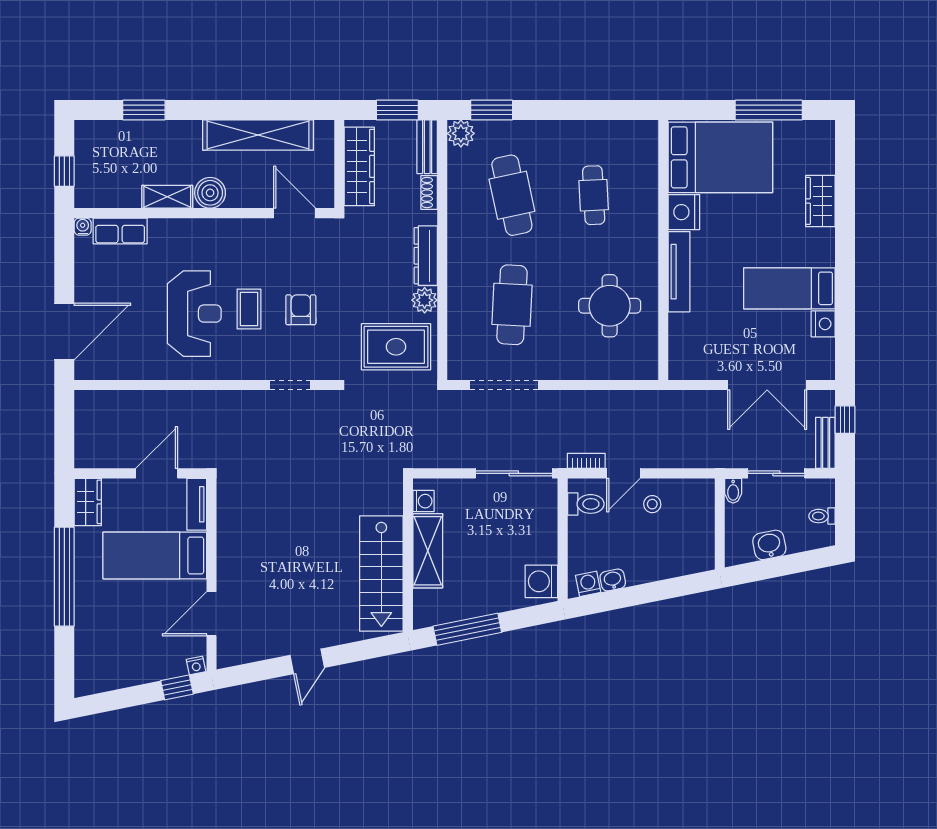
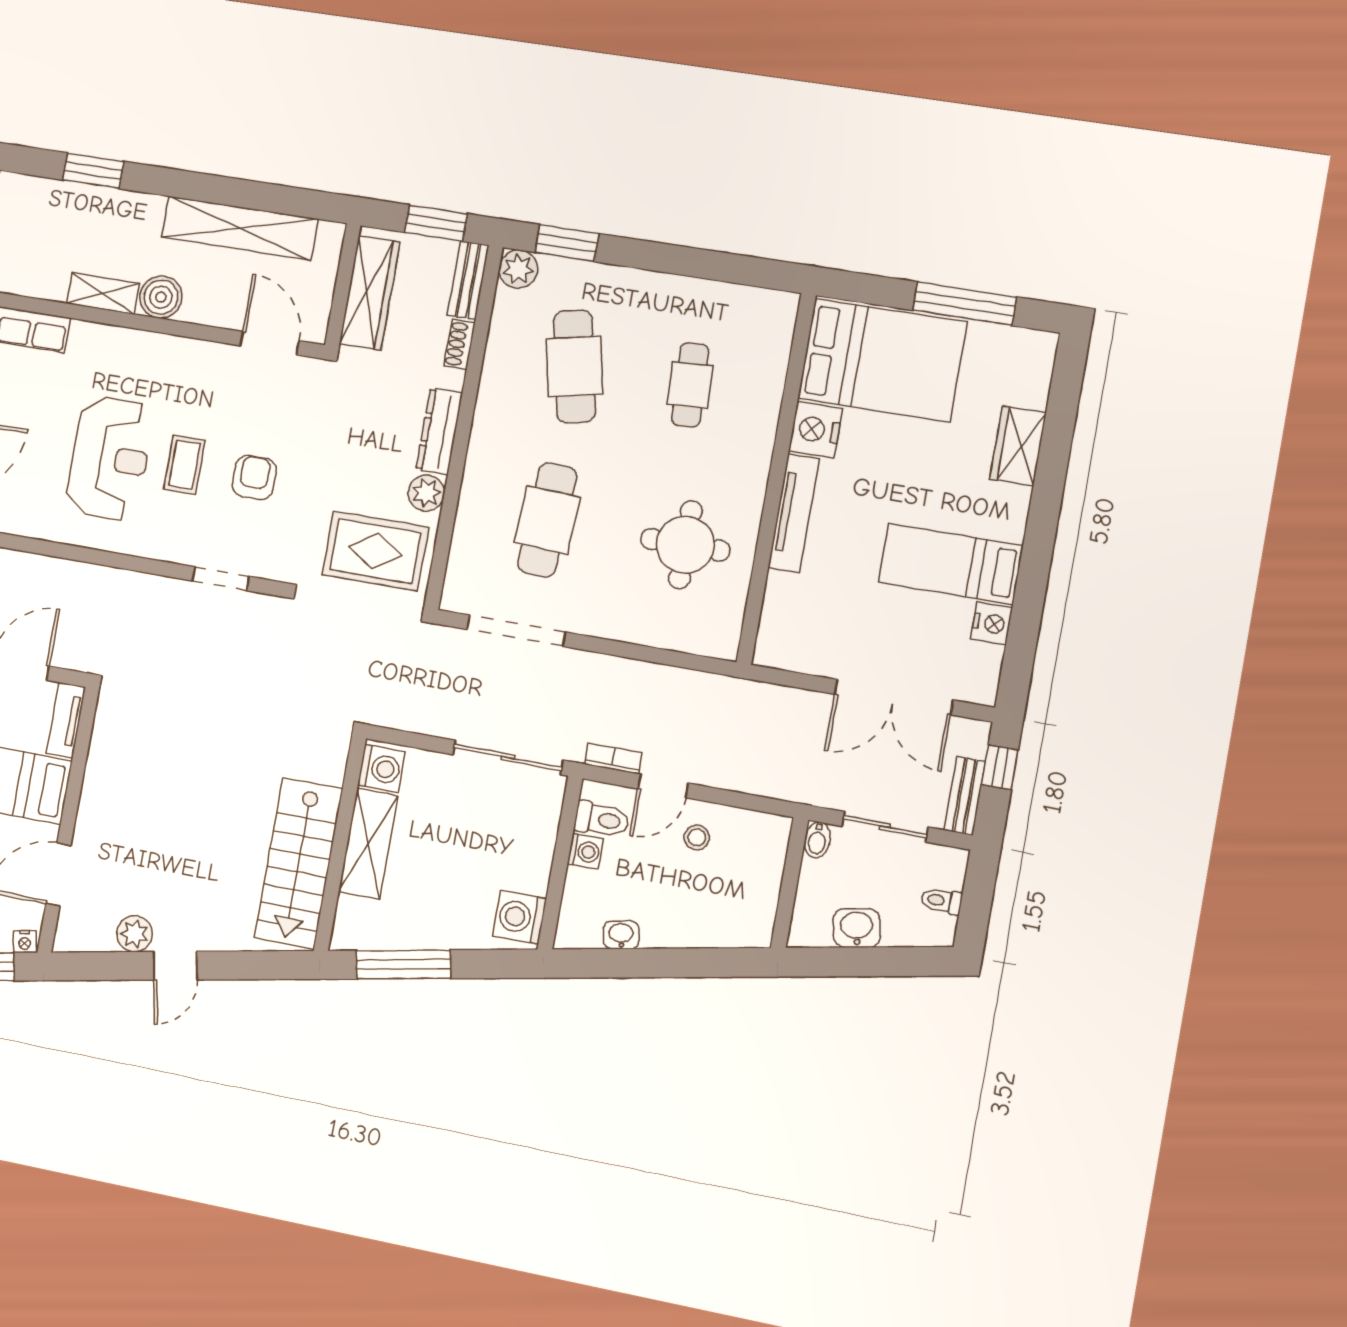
washing machine: (423, 501) -> (381, 769), width x1.38, depth x1.38
washing machine: (588, 584) -> (585, 851), moved, turned 101
plant: (274, 645) -> (135, 934), added

